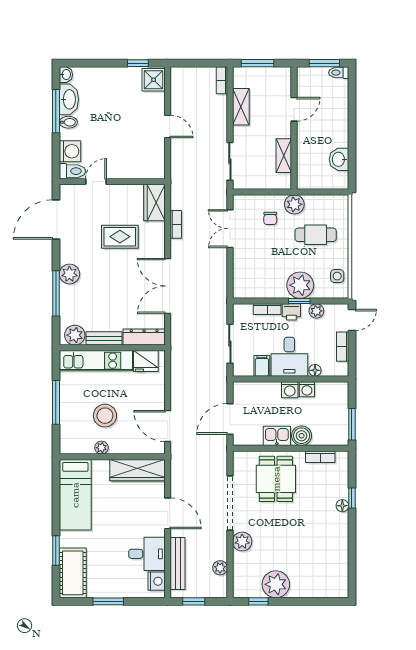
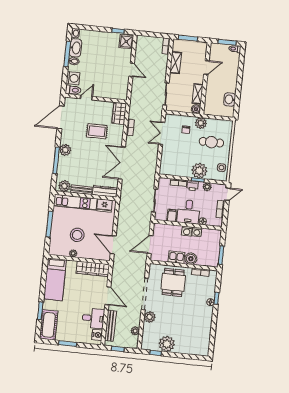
boiler: (284, 182) -> (196, 109), added

